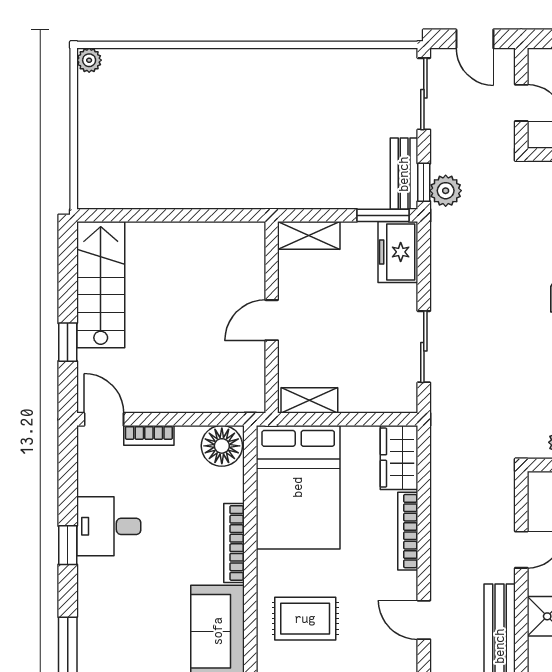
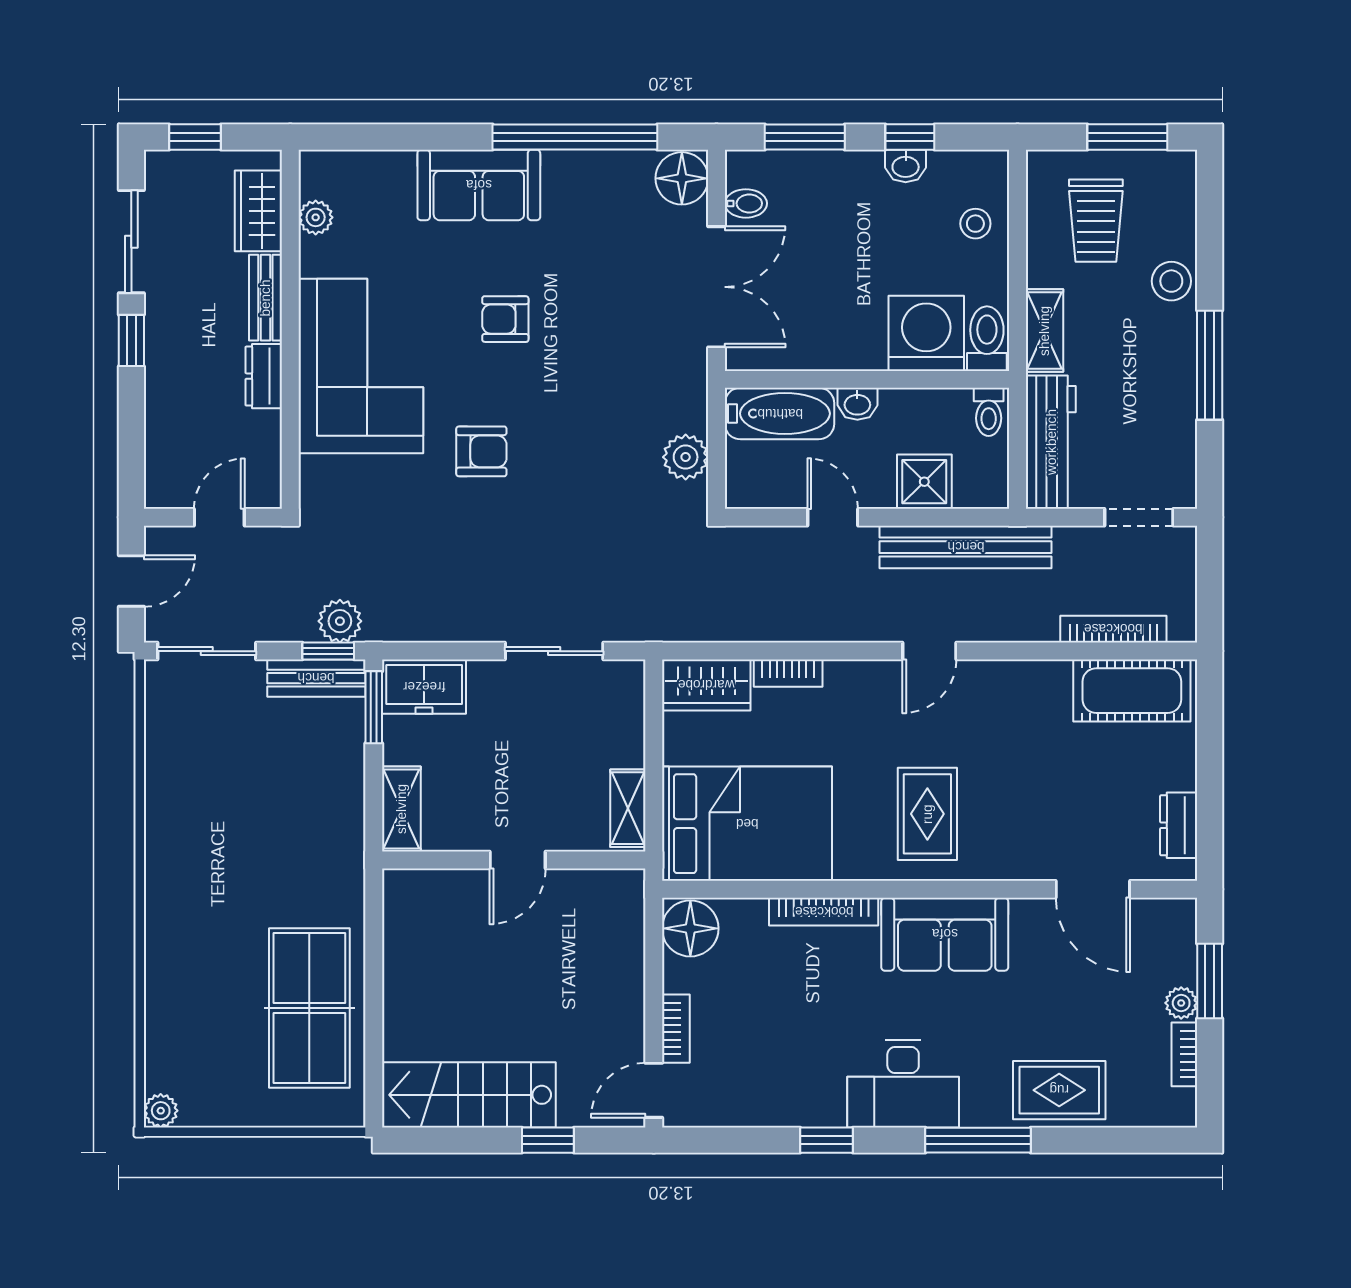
table tennis table: (164, 168) -> (309, 1008), added
door: (272, 320) -> (518, 860), hinge flipped
desk: (109, 526) -> (903, 1084), moved, width x1.37
bookcase: (408, 531) -> (788, 673), width x0.64

